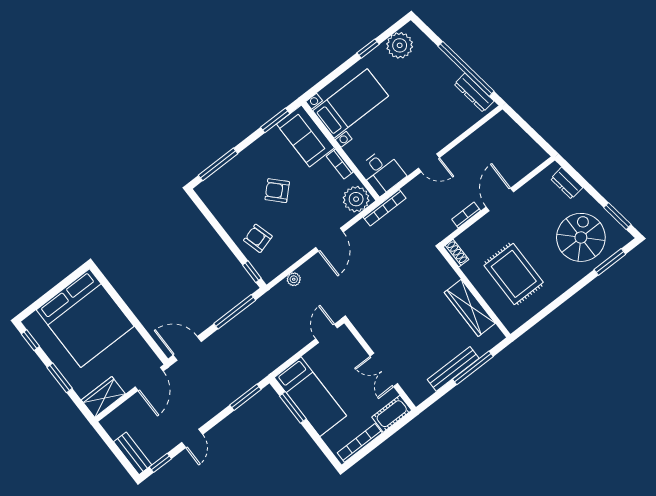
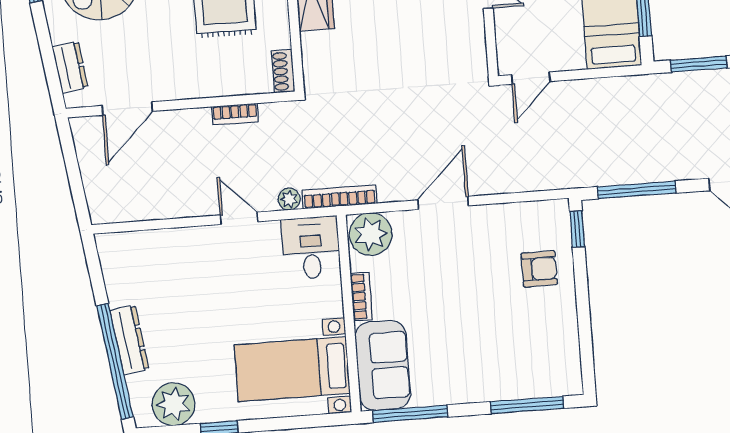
window: (466, 69) -> (115, 361), moved
dresser: (474, 93) -> (129, 340), moved
window: (275, 120) -> (410, 414), width x1.44
armchair: (277, 191) -> (470, 316), removed
door: (500, 199) -> (127, 108), moved
armchair: (258, 238) -> (539, 269), turned -74
plant: (294, 279) -> (289, 199), moved

